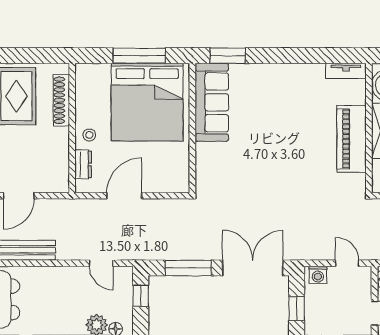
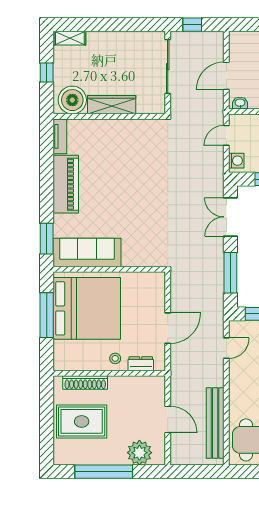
piano: (352, 139) -> (66, 184), moved, turned -90
door: (124, 196) -> (168, 328), swing flipped
double door: (253, 268) -> (230, 217), width x0.73

